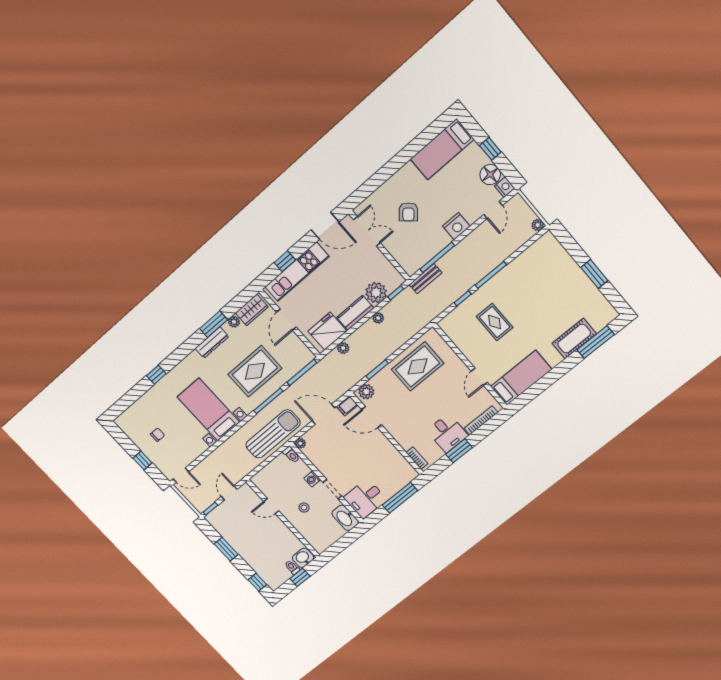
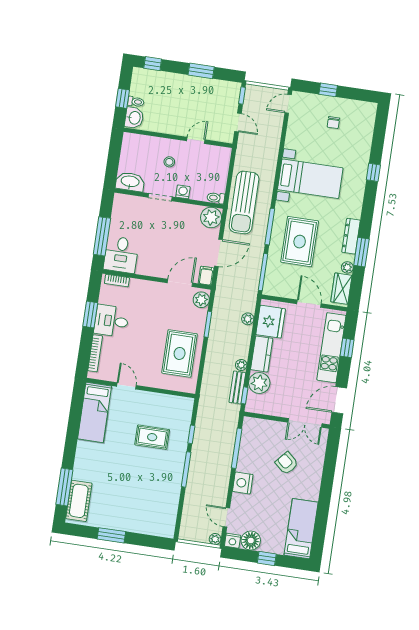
plant: (538, 225) -> (215, 539), moved
bench: (425, 279) -> (237, 387), moved
cot: (574, 339) -> (79, 501), moved
plant: (300, 443) -> (211, 217), width x1.88, depth x1.88
desk: (365, 498) -> (121, 255), moved, turned 180

